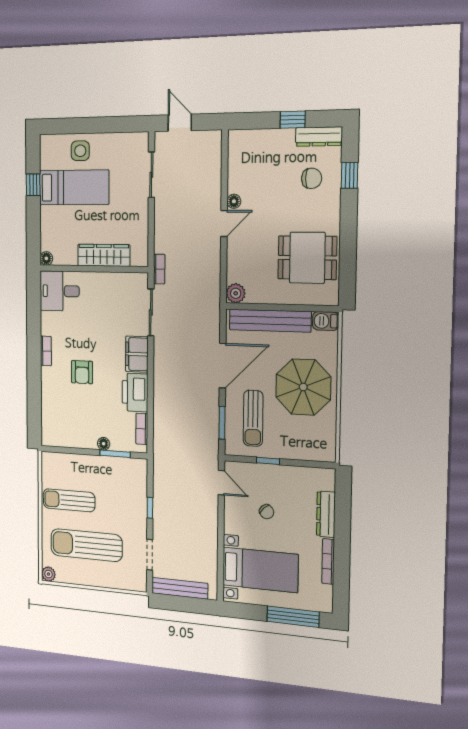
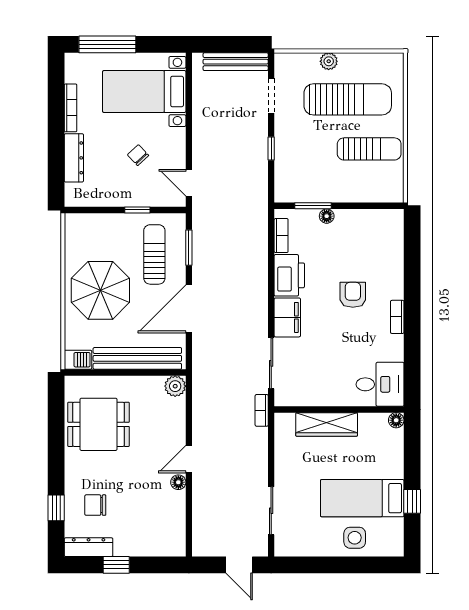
plant: (48, 574) -> (329, 61), moved

